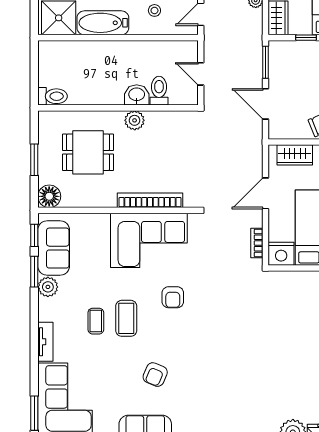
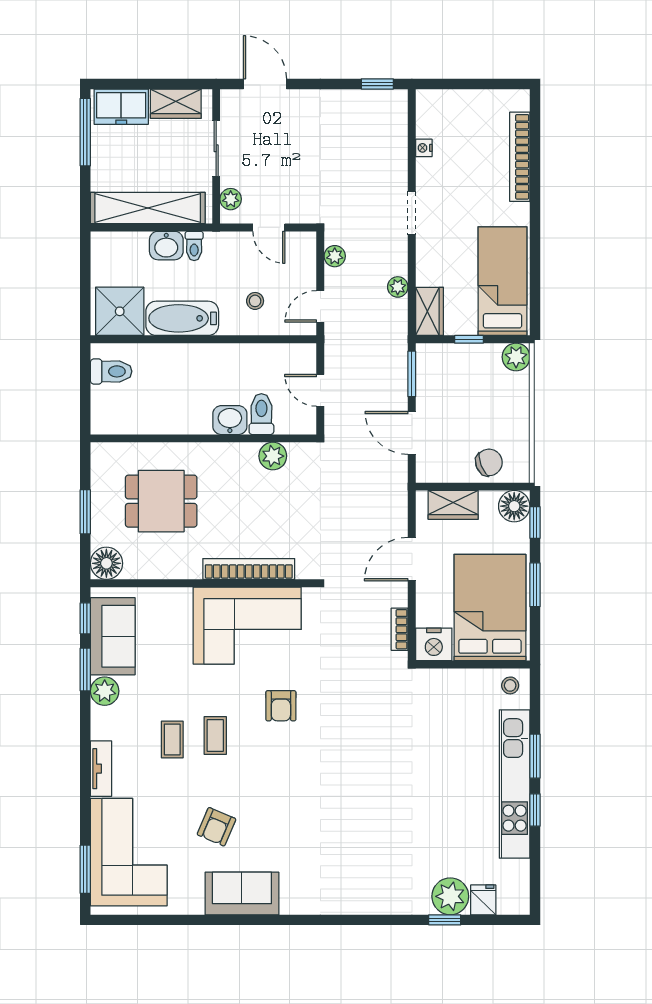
toilet: (53, 96) -> (111, 371), moved
plant: (135, 120) -> (273, 456), moved
coffee table: (126, 318) -> (215, 735), width x0.73, depth x0.77
armchair: (155, 375) -> (217, 827), moved

